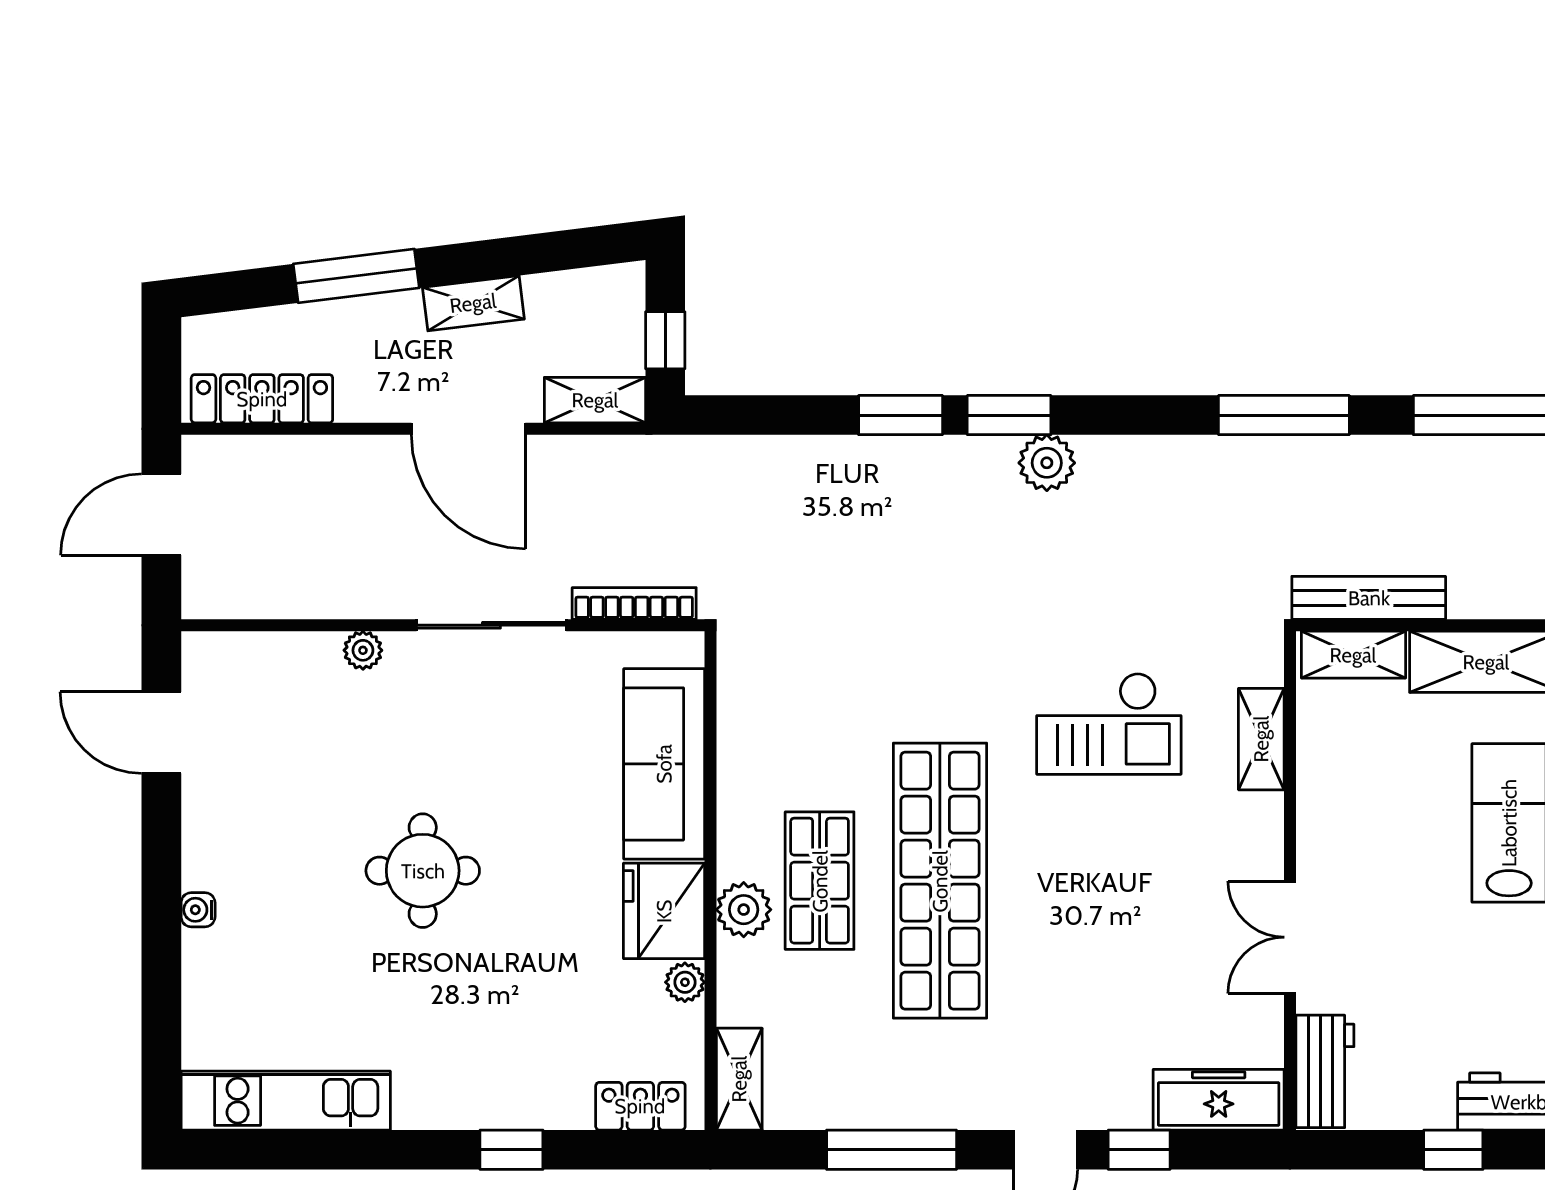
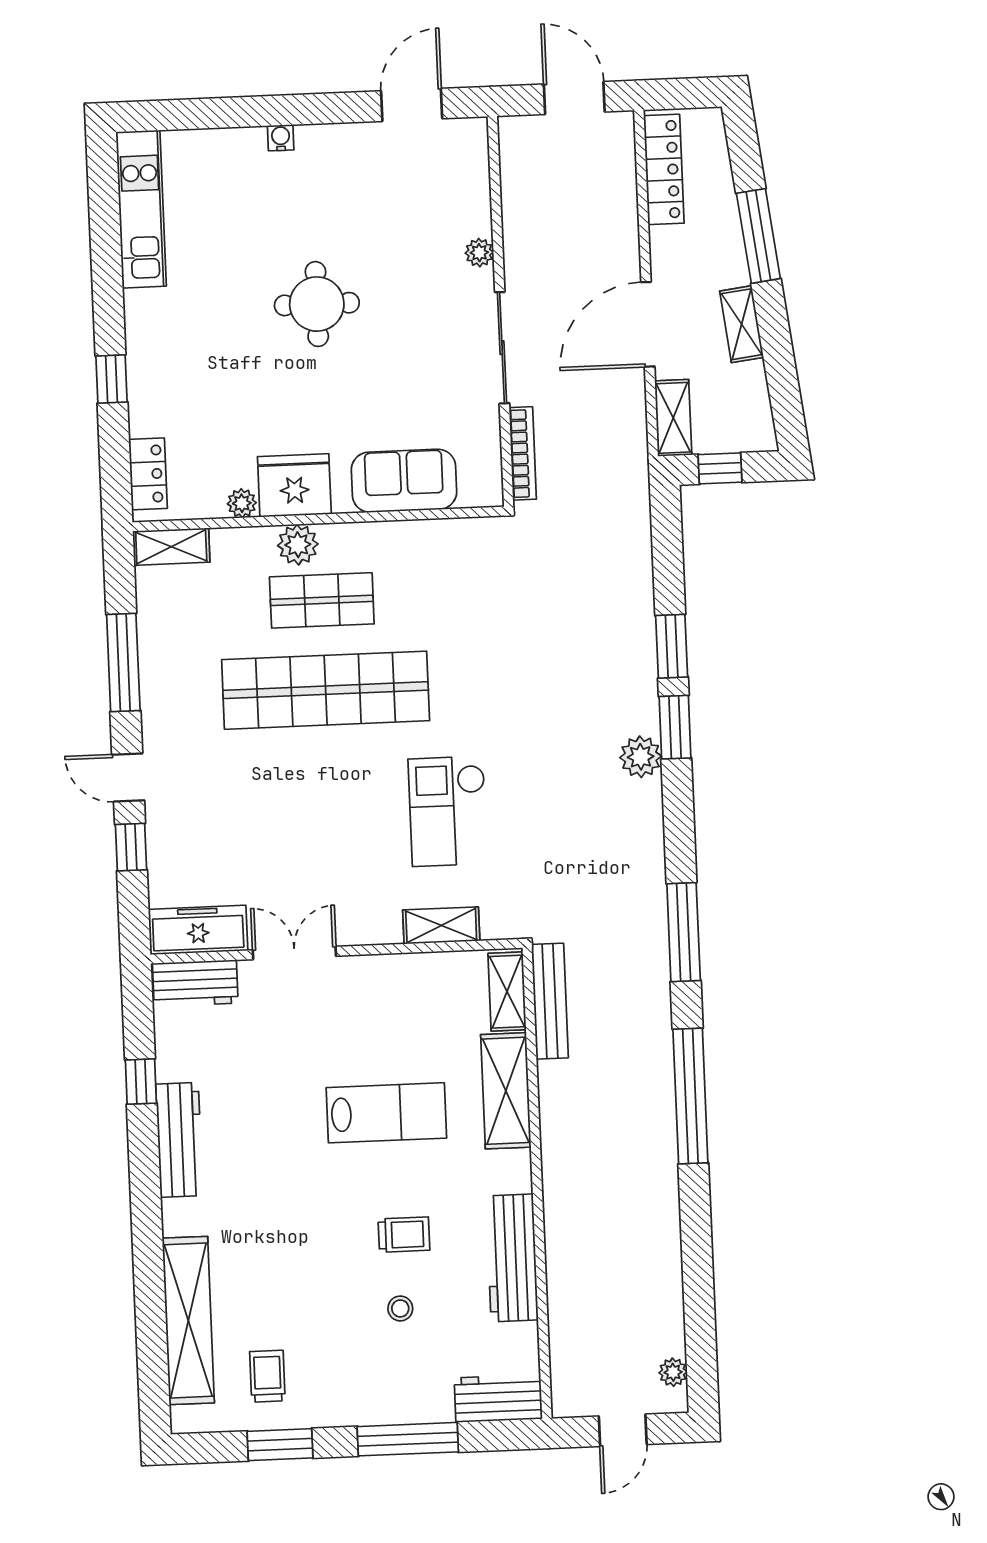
sofa: (664, 764) -> (404, 481), width x0.73
freezer: (1219, 1100) -> (198, 930), moved, turned -90

